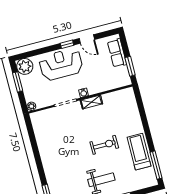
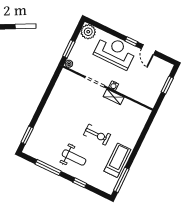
row of seats: (117, 53) -> (161, 78), removed
window: (130, 66) -> (167, 85), moved
window: (18, 82) -> (69, 49), moved

